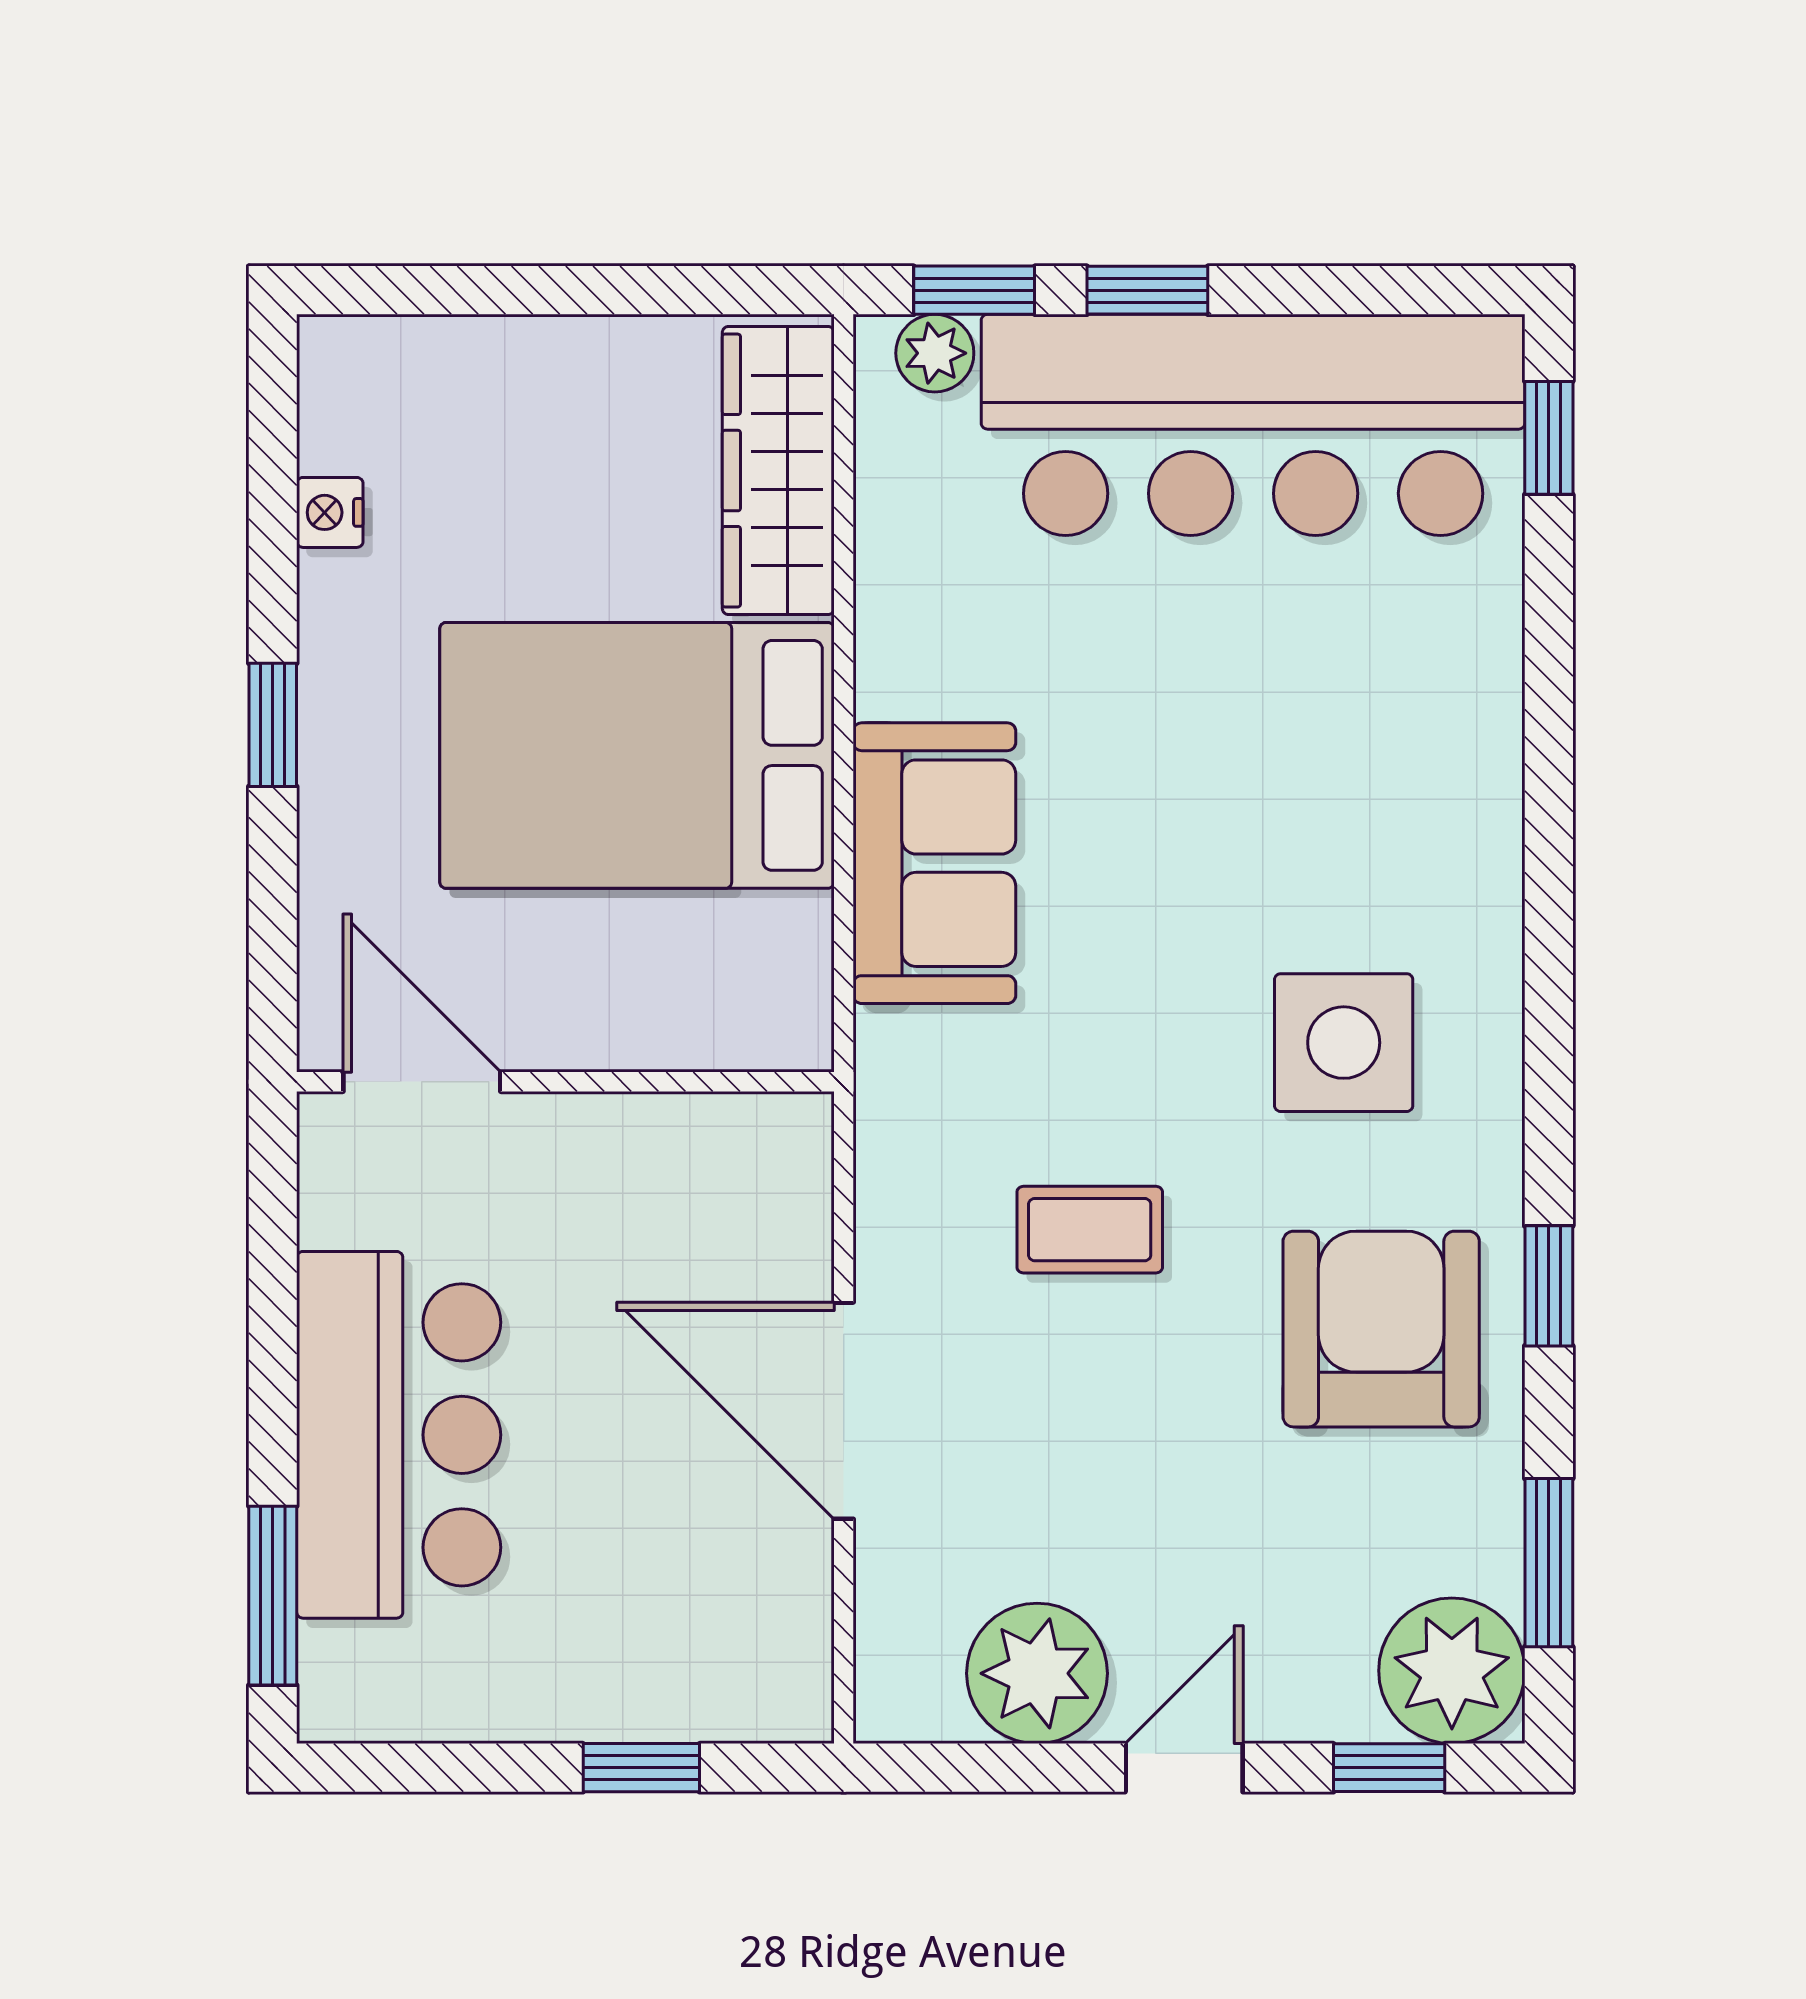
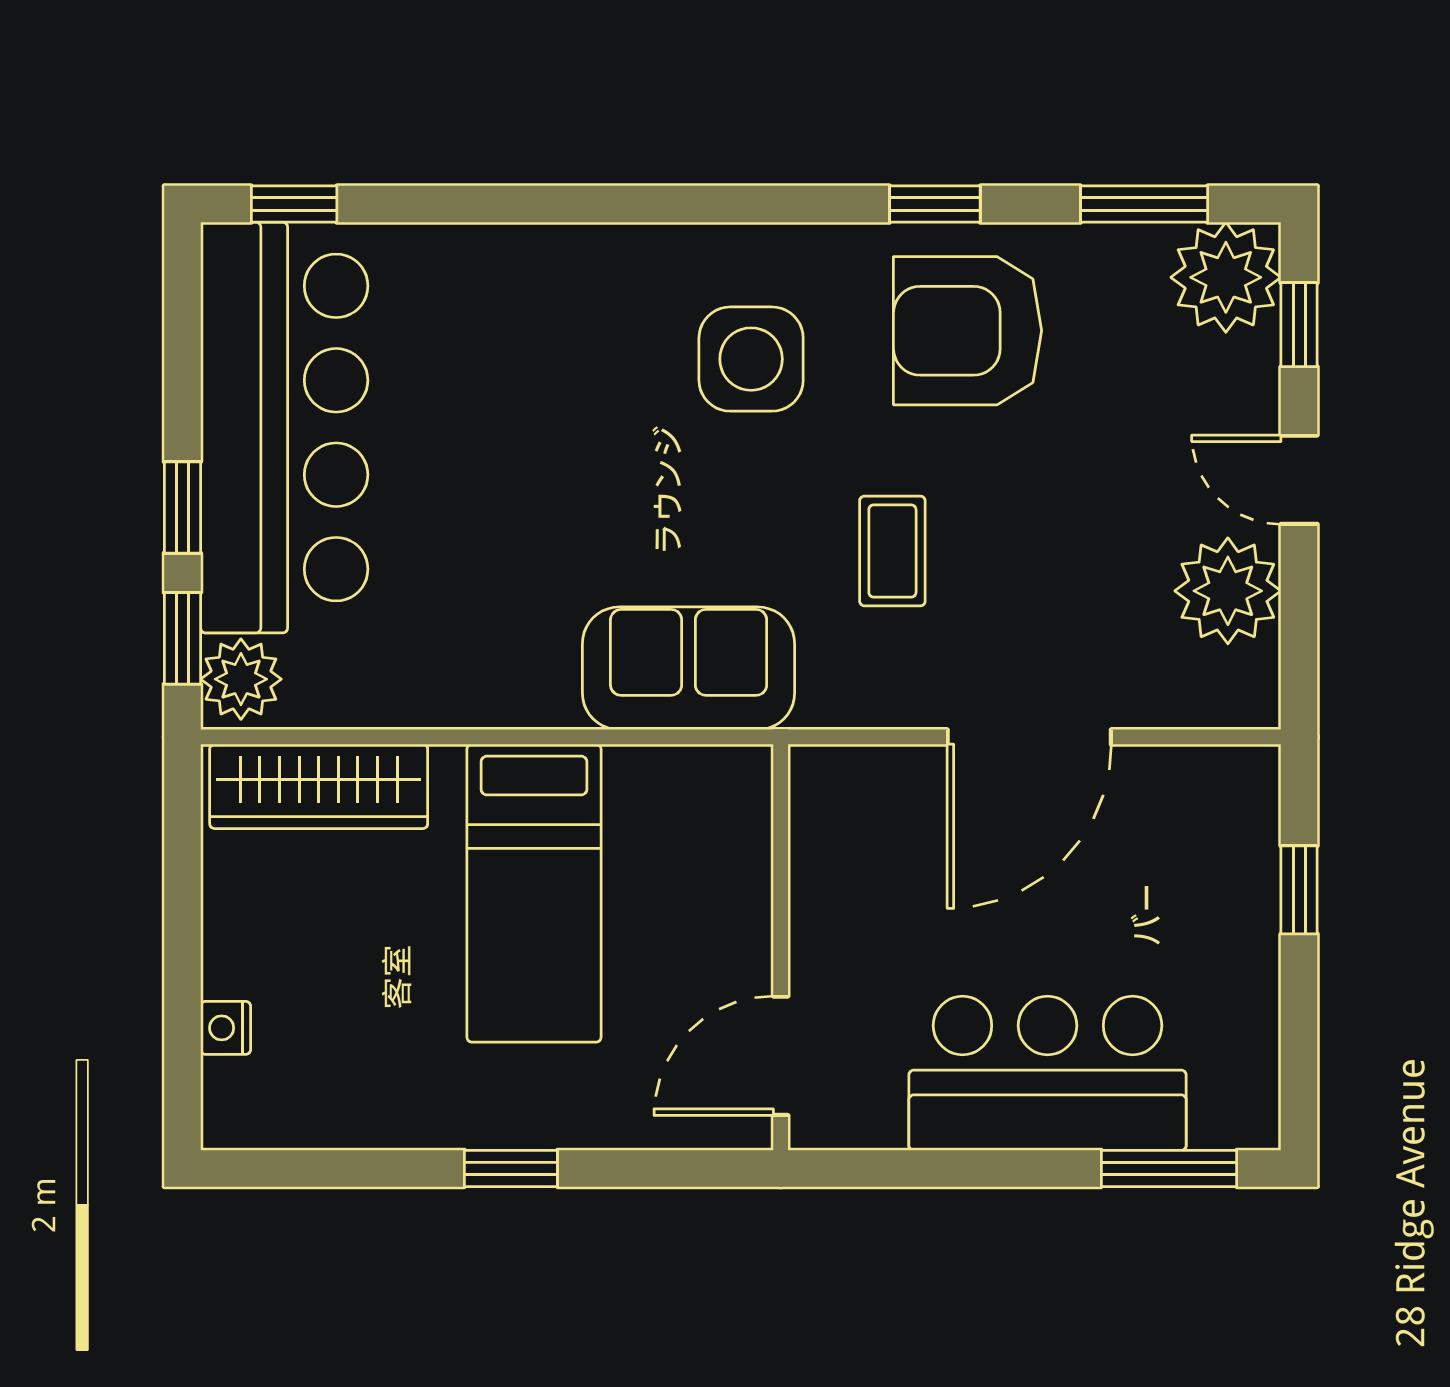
plant: (935, 353) -> (241, 679), width x1.38, depth x1.38
nightstand: (330, 512) -> (226, 1028), moved, turned 90
bed: (637, 755) -> (534, 893), width x0.67
sofa: (934, 863) -> (689, 668), moved

